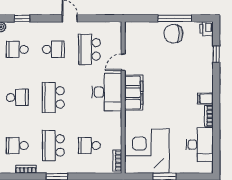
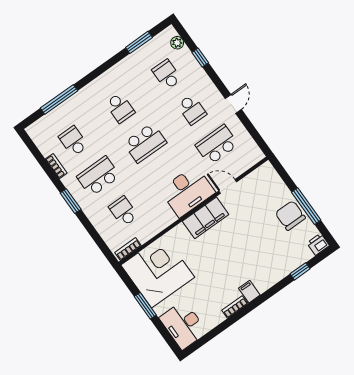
school desk: (53, 97) -> (145, 143), turned 180
desk: (200, 145) -> (183, 325), moved, turned 90

